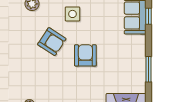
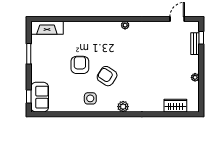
armchair: (85, 55) -> (80, 65), turned 180

